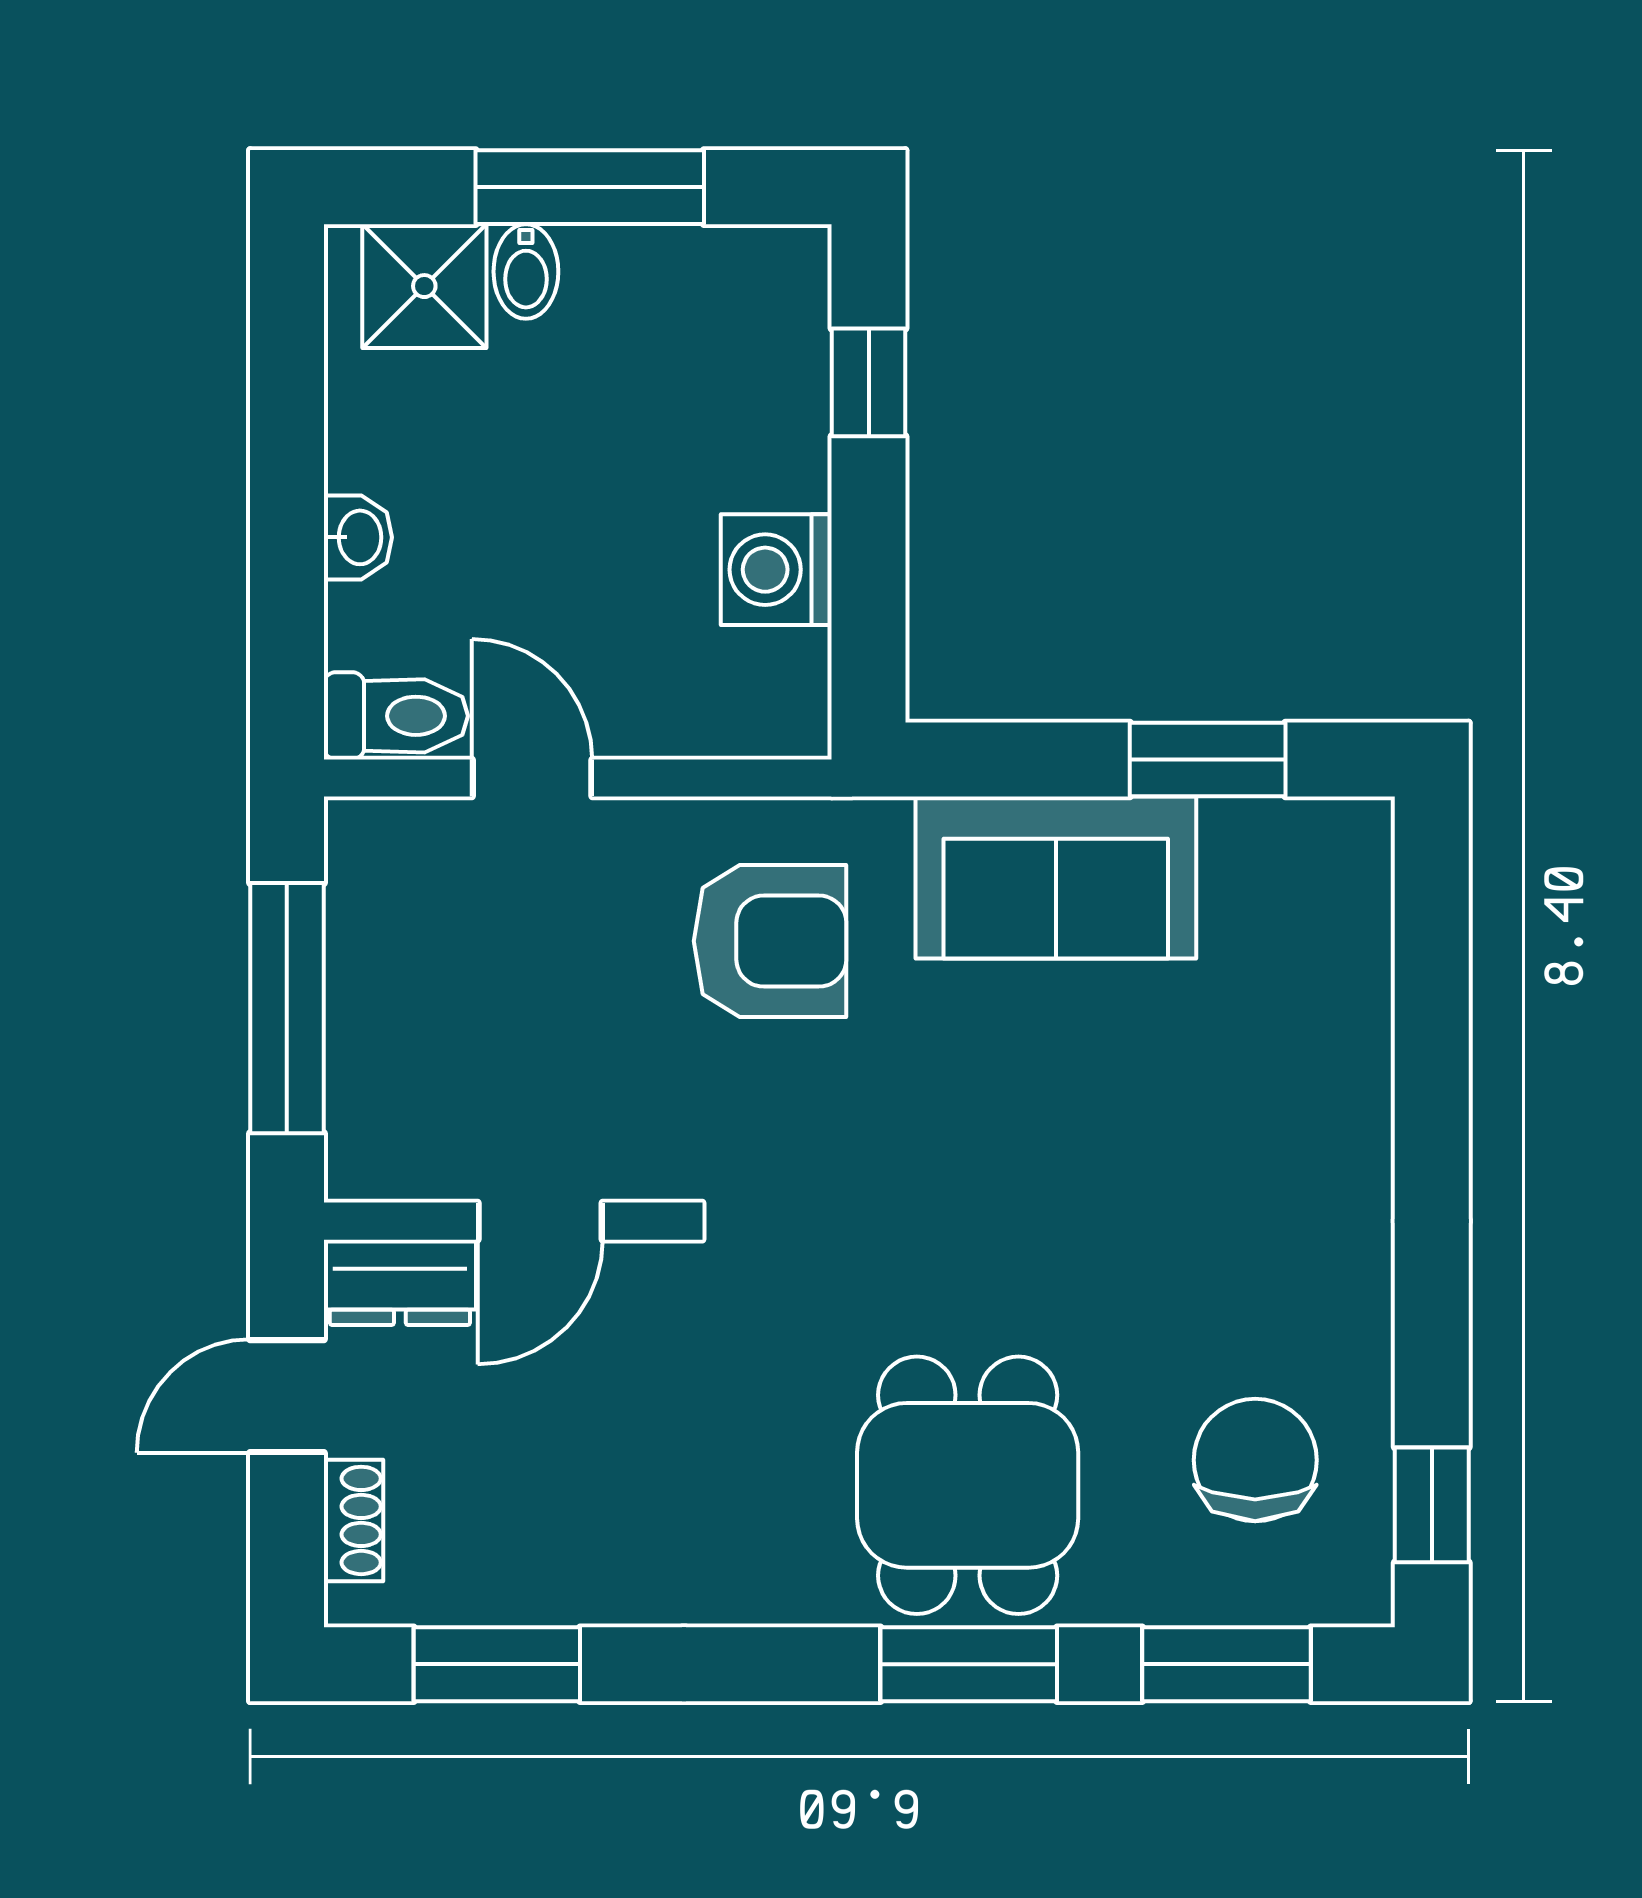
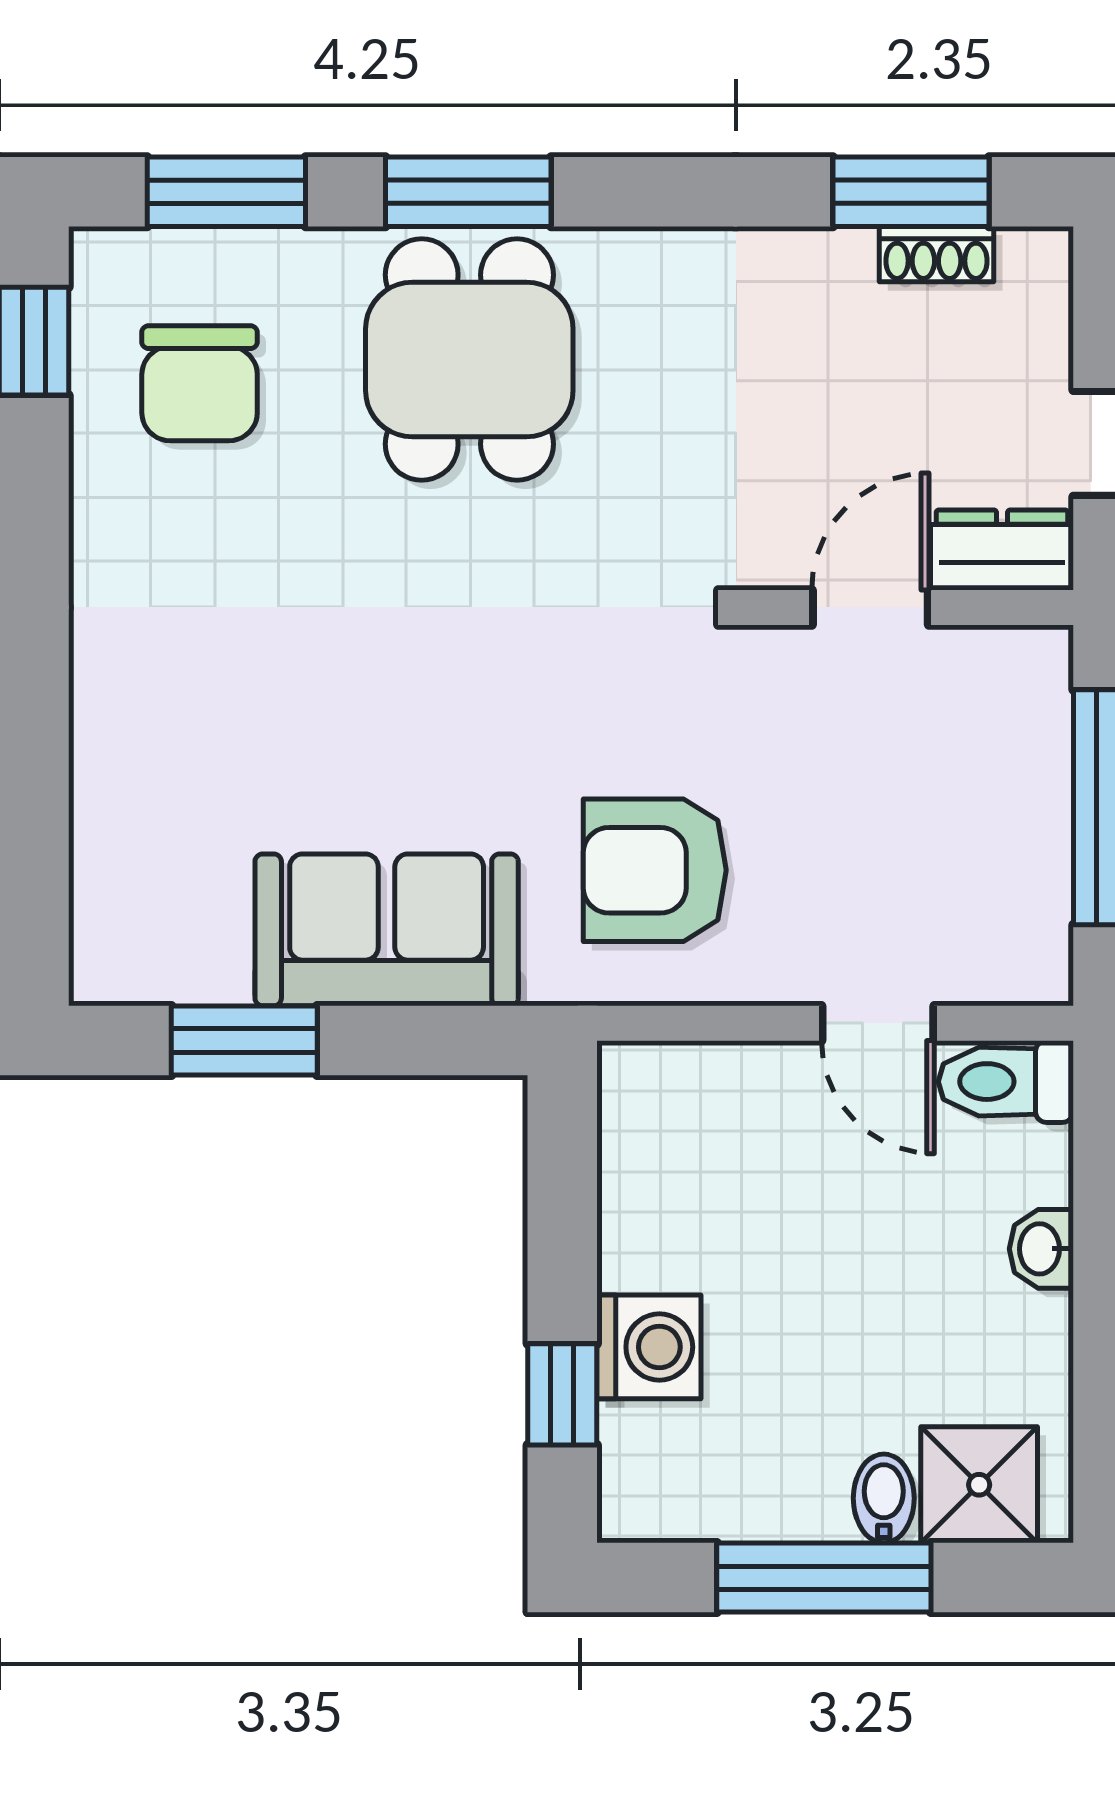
washing machine: (776, 570) -> (649, 1347), moved
shoe rack: (353, 1520) -> (936, 254), moved, turned -90

